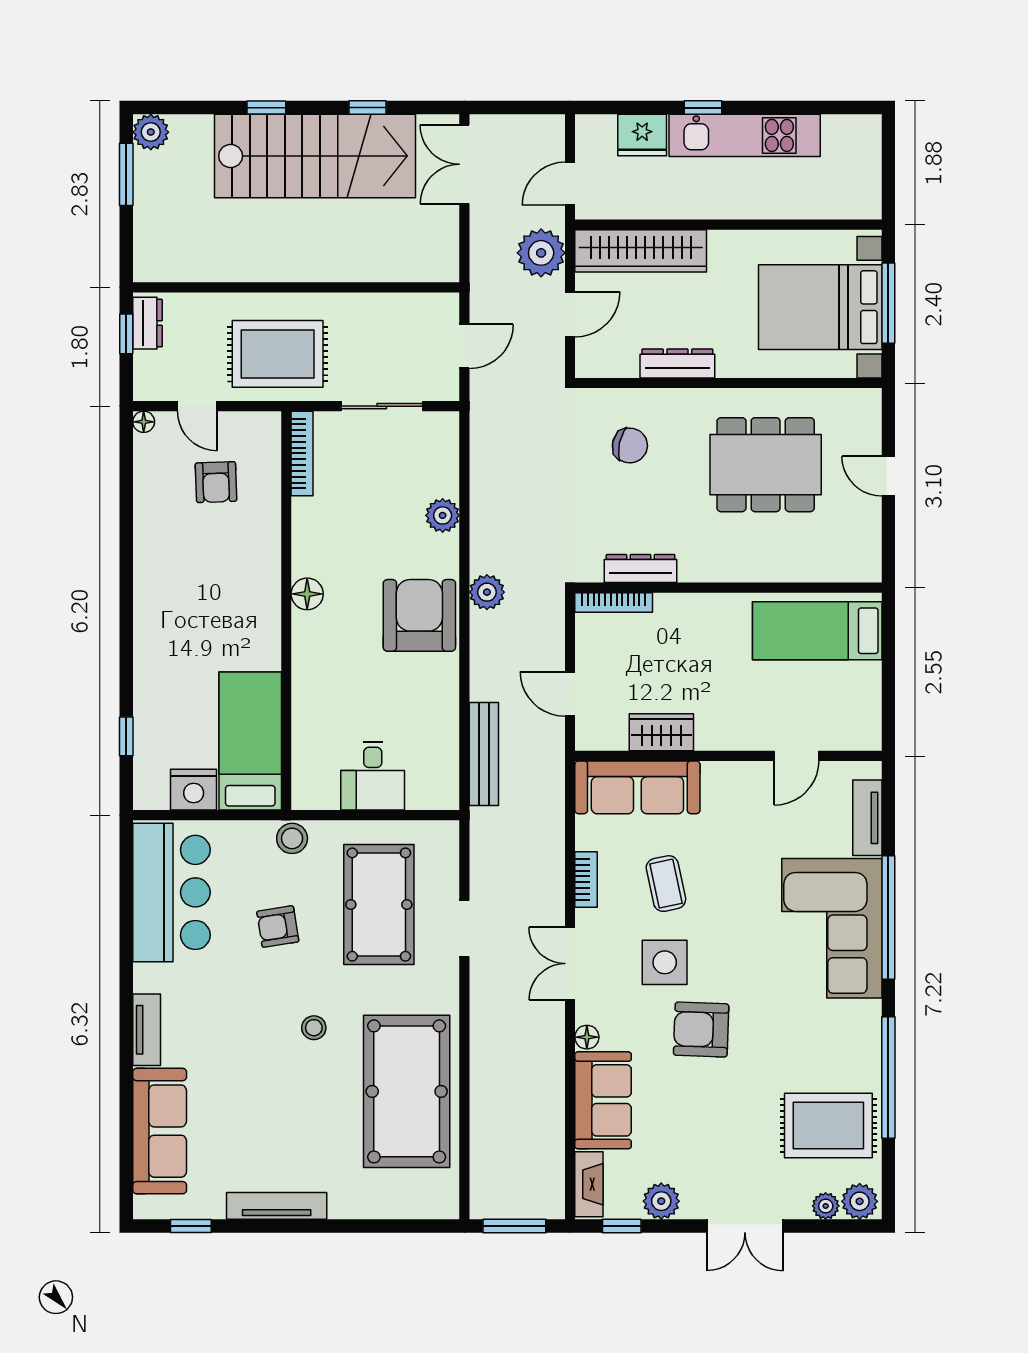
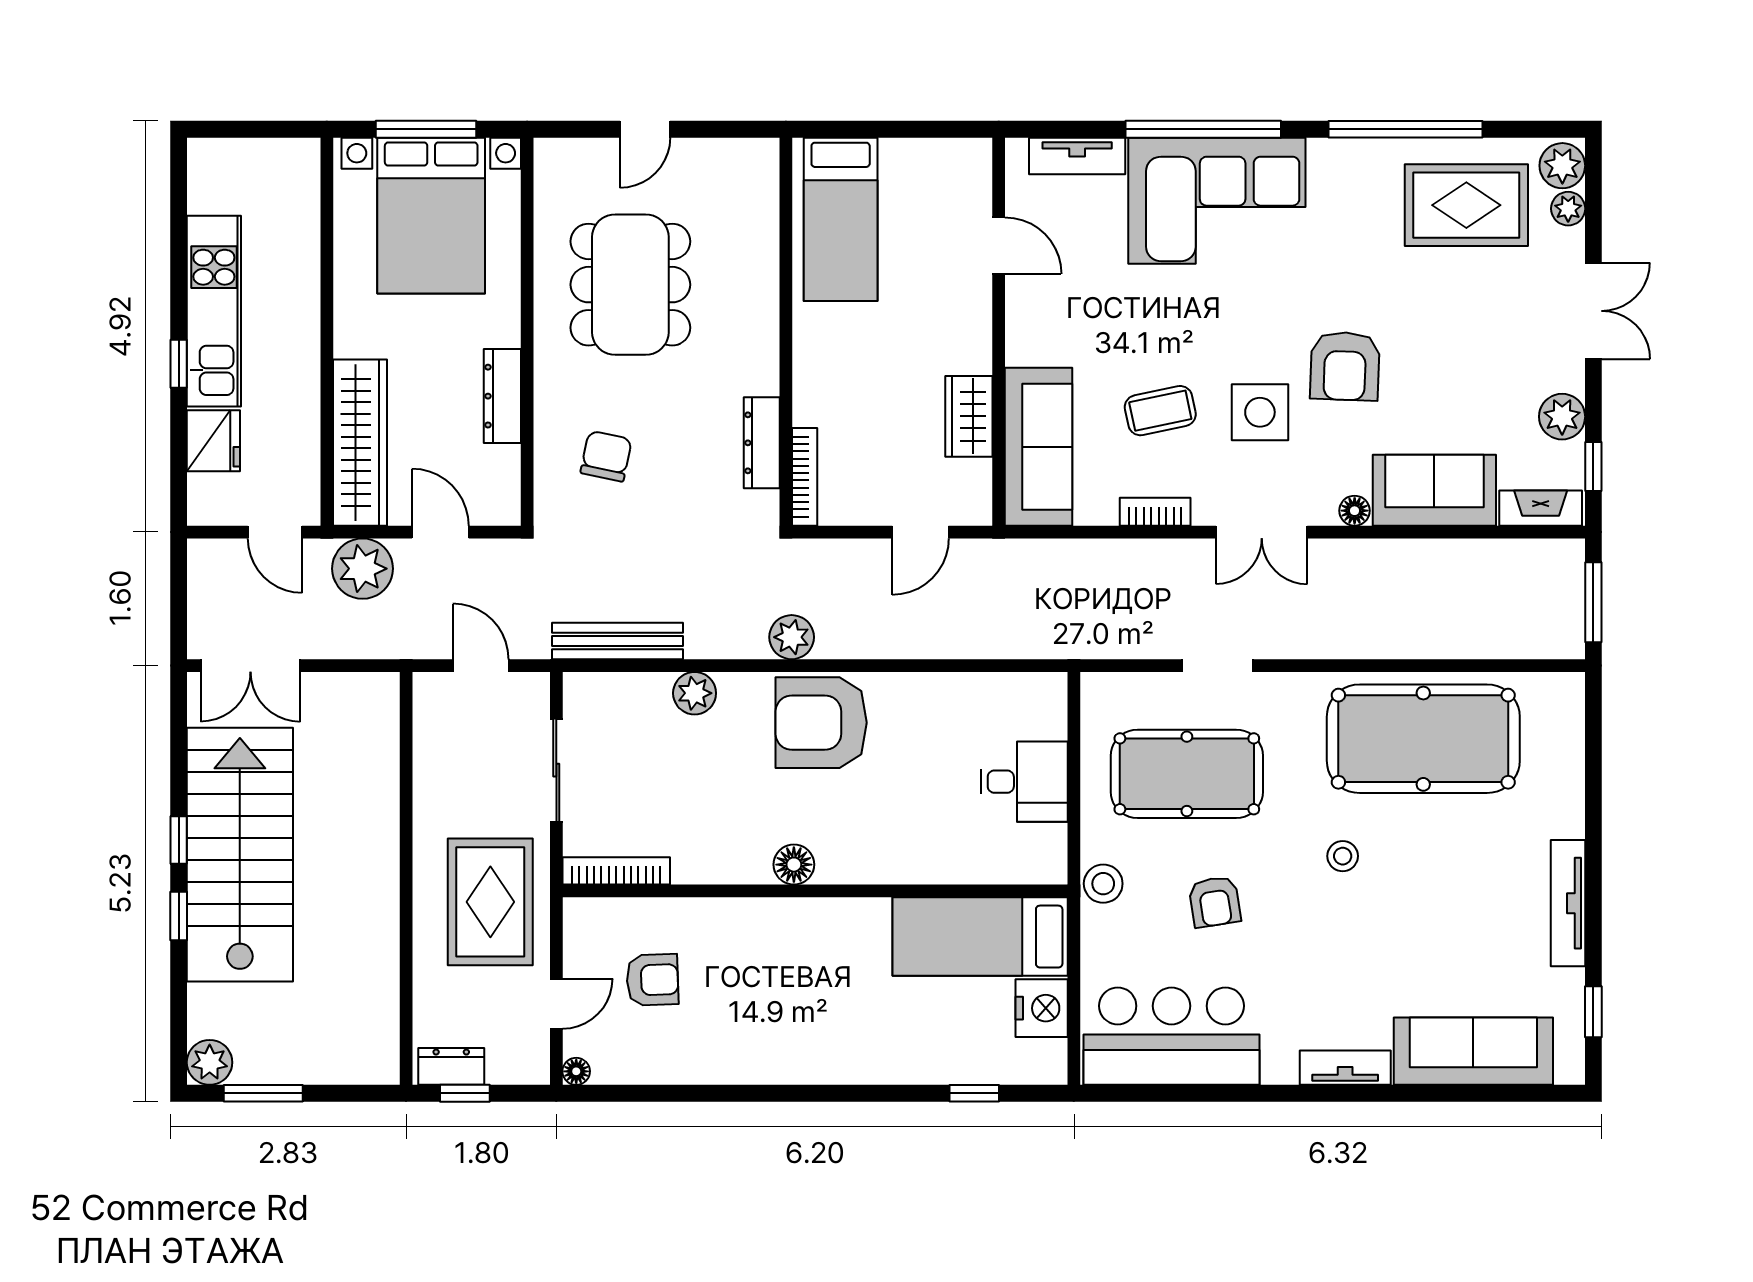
window: (368, 108) -> (179, 840), moved
bench: (484, 754) -> (617, 641), moved
rug: (828, 1125) -> (1466, 205), turned 90

